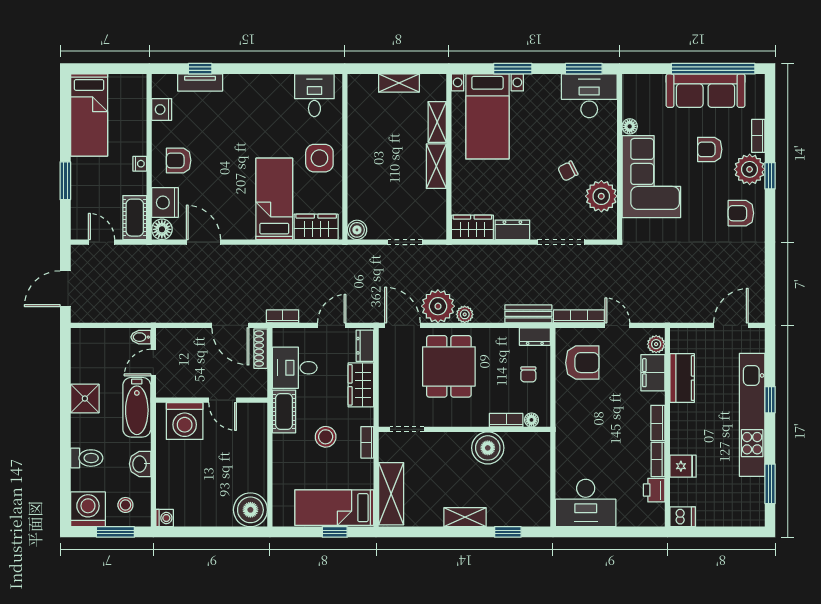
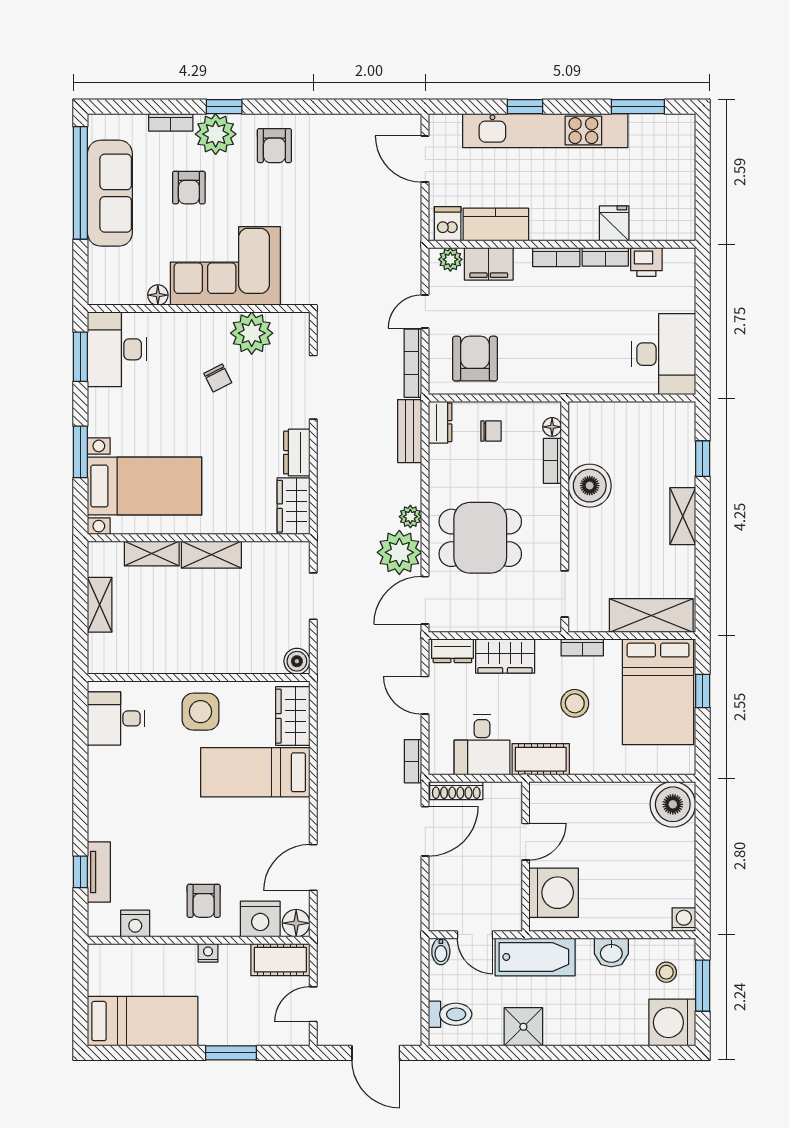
toilet: (87, 458) -> (450, 1014), moved, turned 90
bed: (334, 508) -> (658, 692), width x1.50
dishwasher: (683, 517) -> (448, 224), moved

